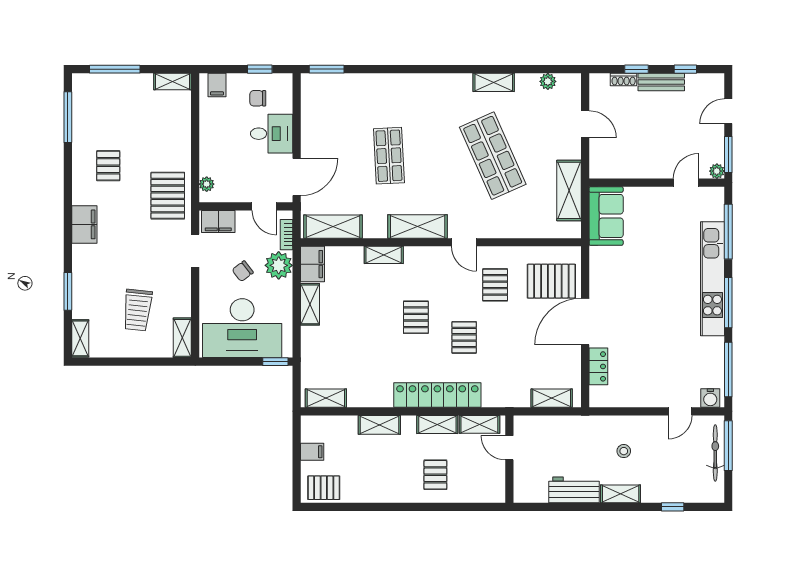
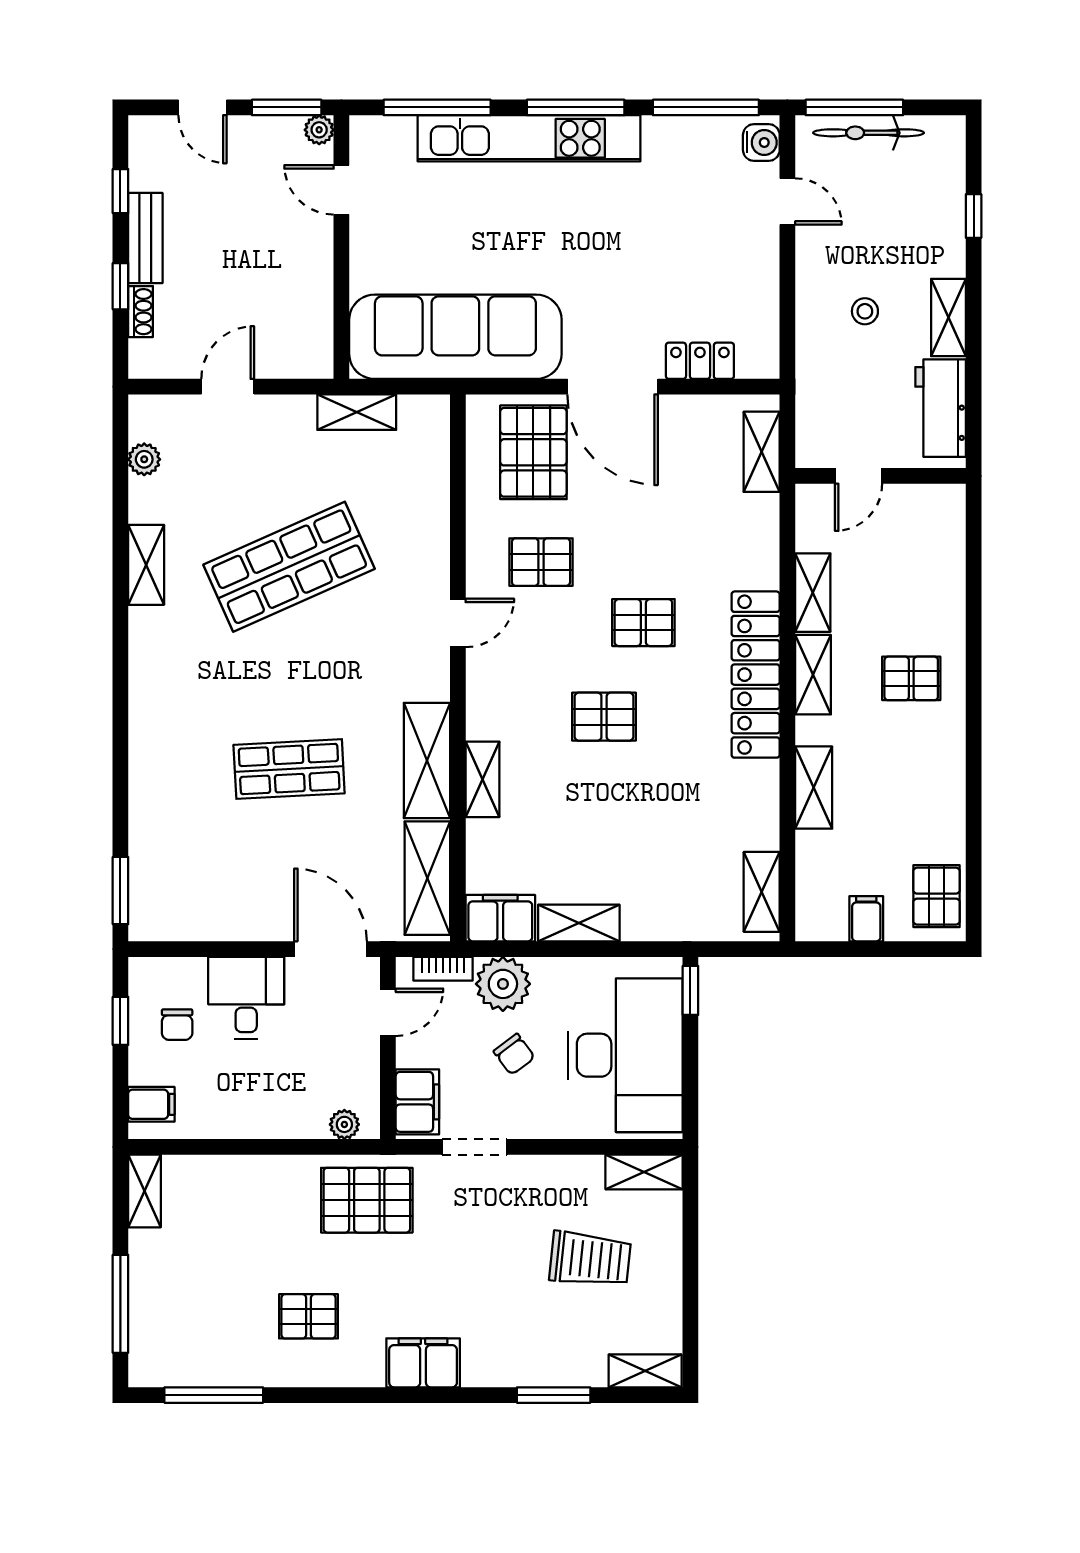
shelving: (569, 190) -> (357, 412), width x0.67, depth x0.75
sofa: (606, 216) -> (455, 337), width x1.85, depth x1.27
shelving: (418, 226) -> (427, 761), moved
door: (509, 448) -> (859, 476), moved
wall: (509, 459) -> (880, 476), moved

